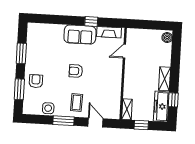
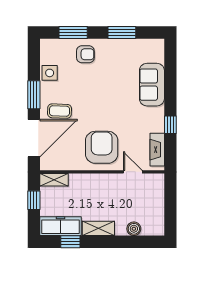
sofa: (80, 34) -> (152, 85), moved
boiler: (167, 38) -> (134, 229), moved
armchair: (76, 71) -> (102, 147), moved, width x1.88, depth x1.88
door: (96, 122) -> (34, 138), width x1.88

